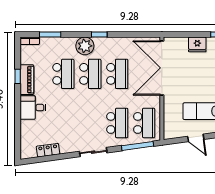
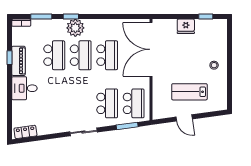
window: (99, 35) -> (71, 17), moved
window: (138, 146) -> (127, 126), width x0.69
locker: (48, 150) -> (25, 132), moved

